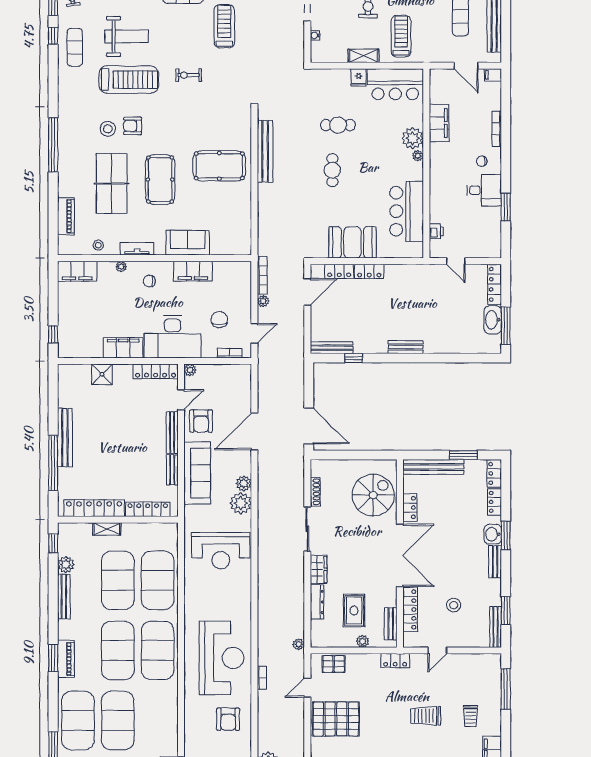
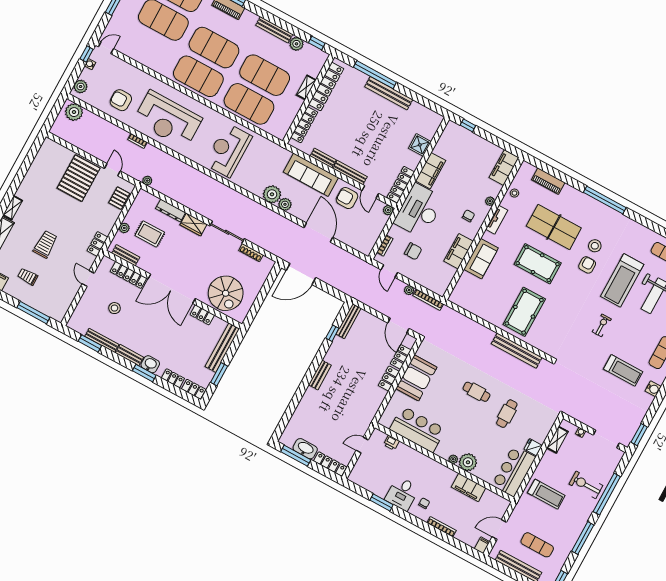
shelving: (363, 56) -> (557, 440), moved
reception desk: (221, 551) -> (228, 150), moved
bench: (495, 627) -> (102, 340), moved

